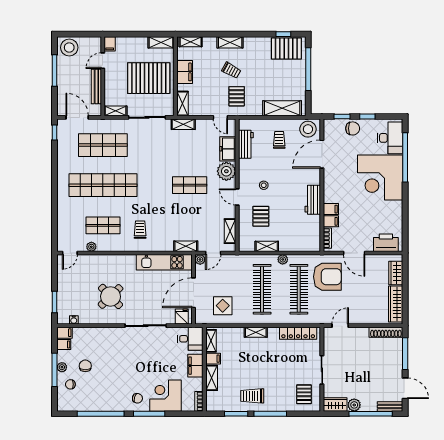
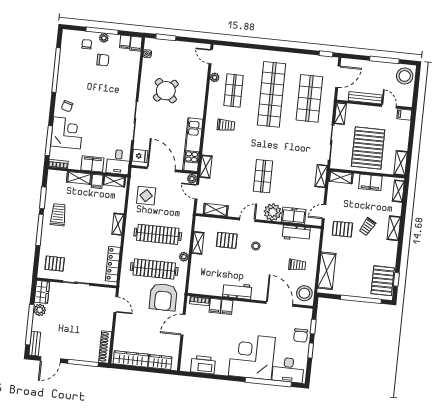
printer: (386, 243) -> (203, 365), moved, turned -90
window: (149, 414) -> (49, 141), moved

